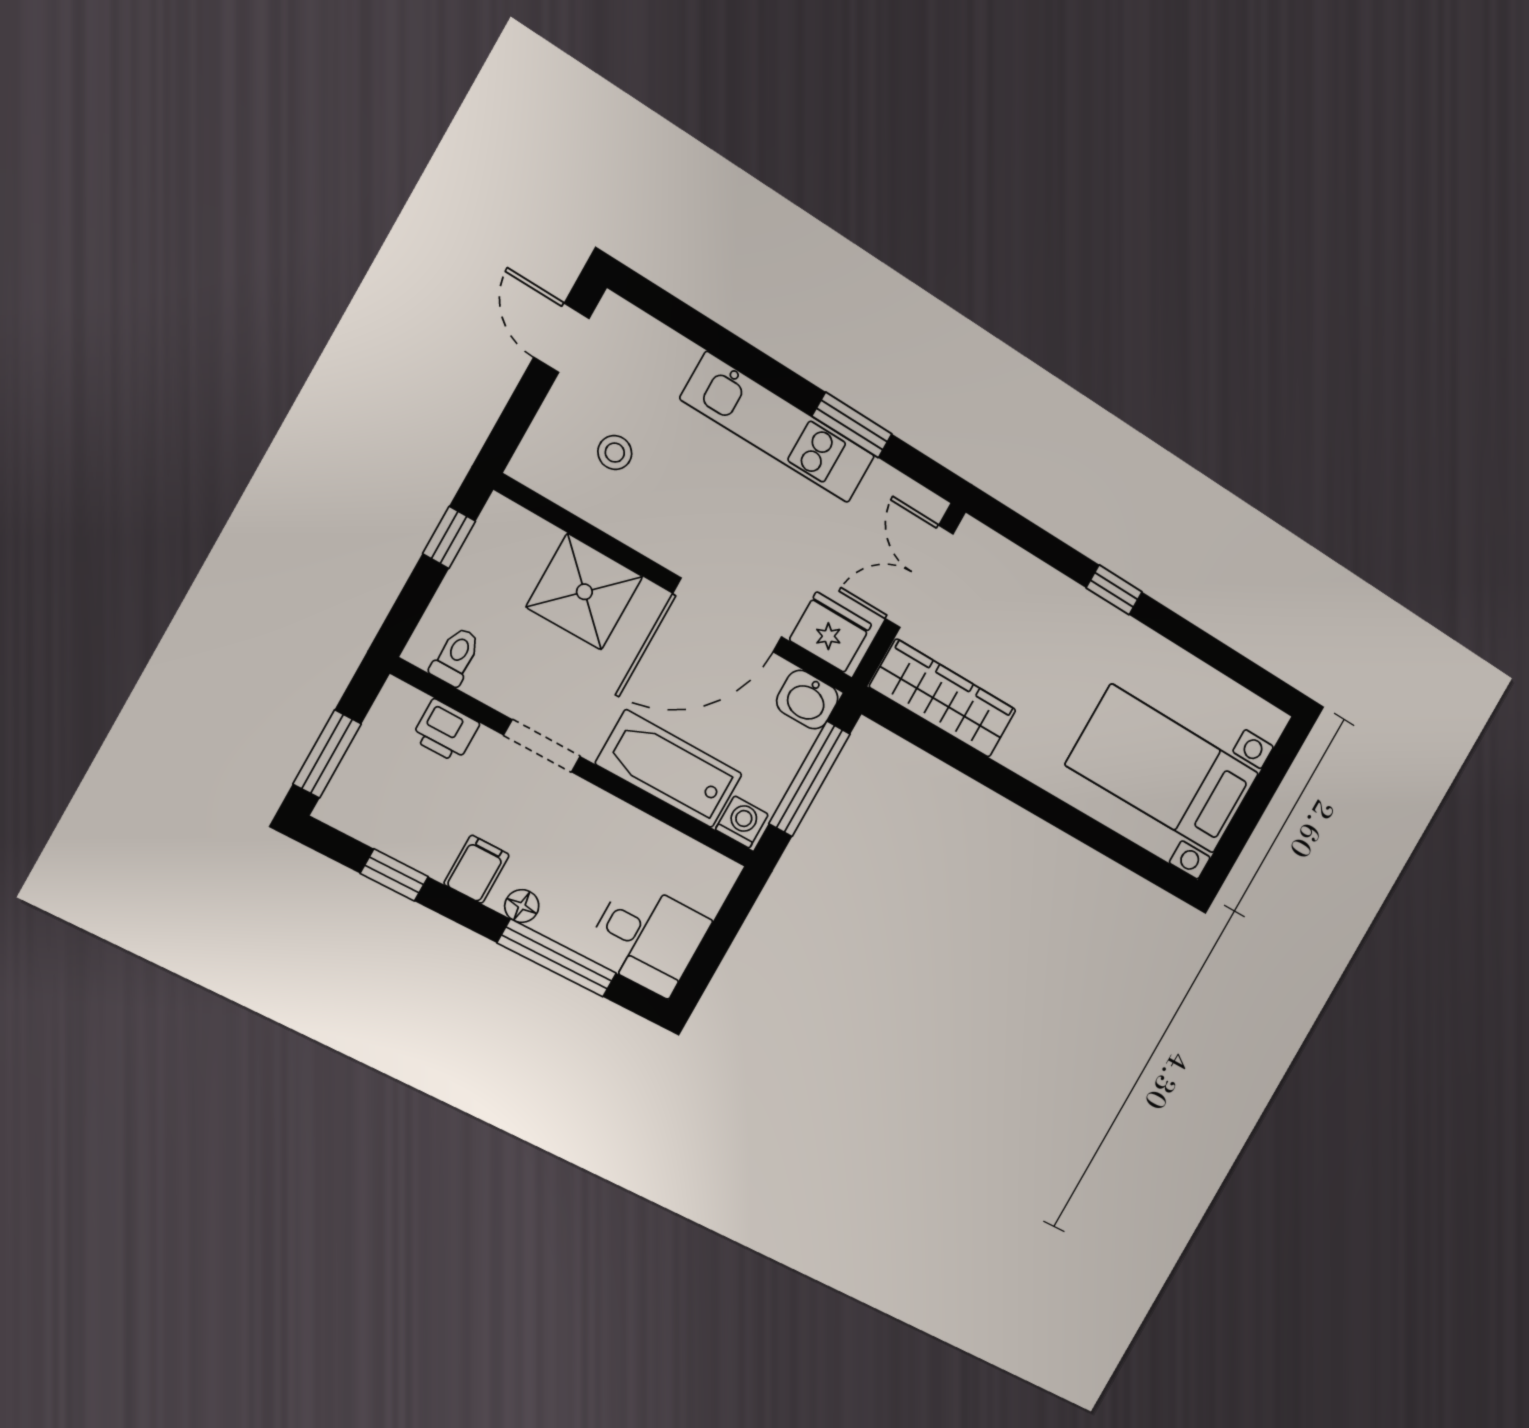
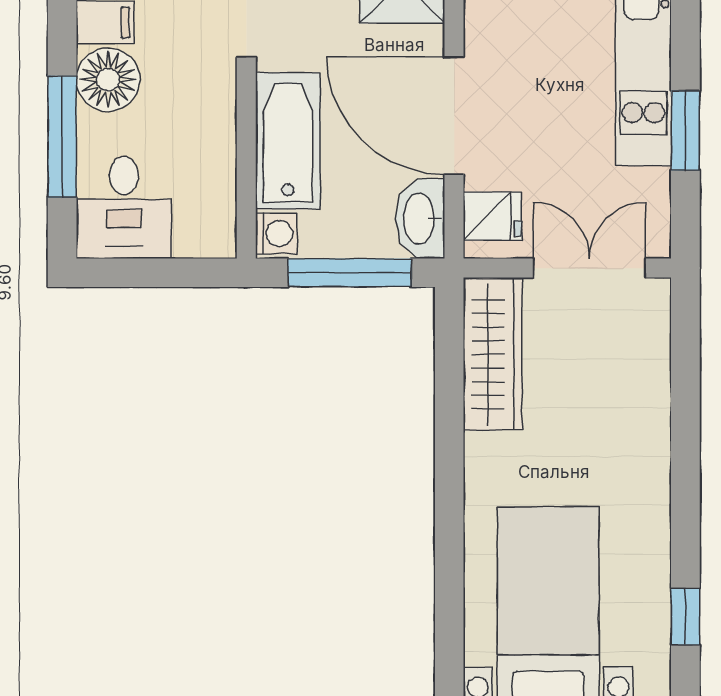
window: (1114, 590) -> (685, 617), moved
fridge: (830, 632) -> (492, 216), width x0.72
washbasin: (807, 700) -> (420, 219), width x1.38
floor lamp: (522, 906) -> (108, 80), width x1.89, depth x1.89

